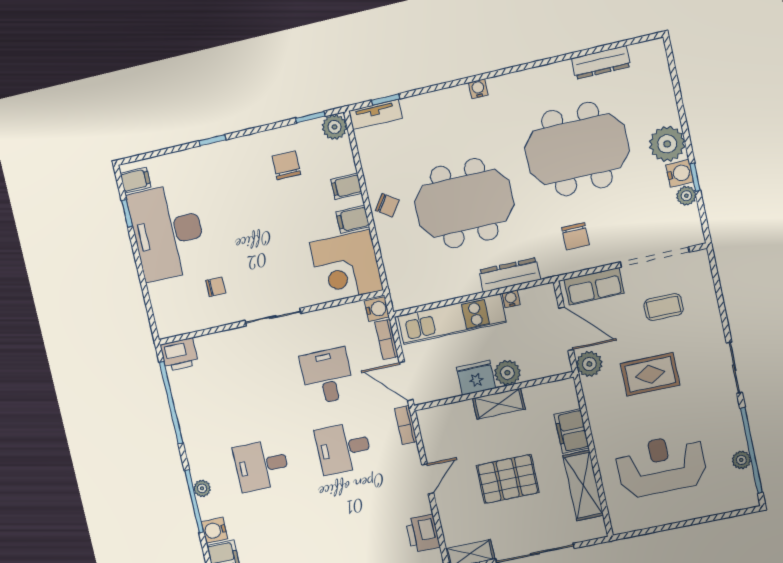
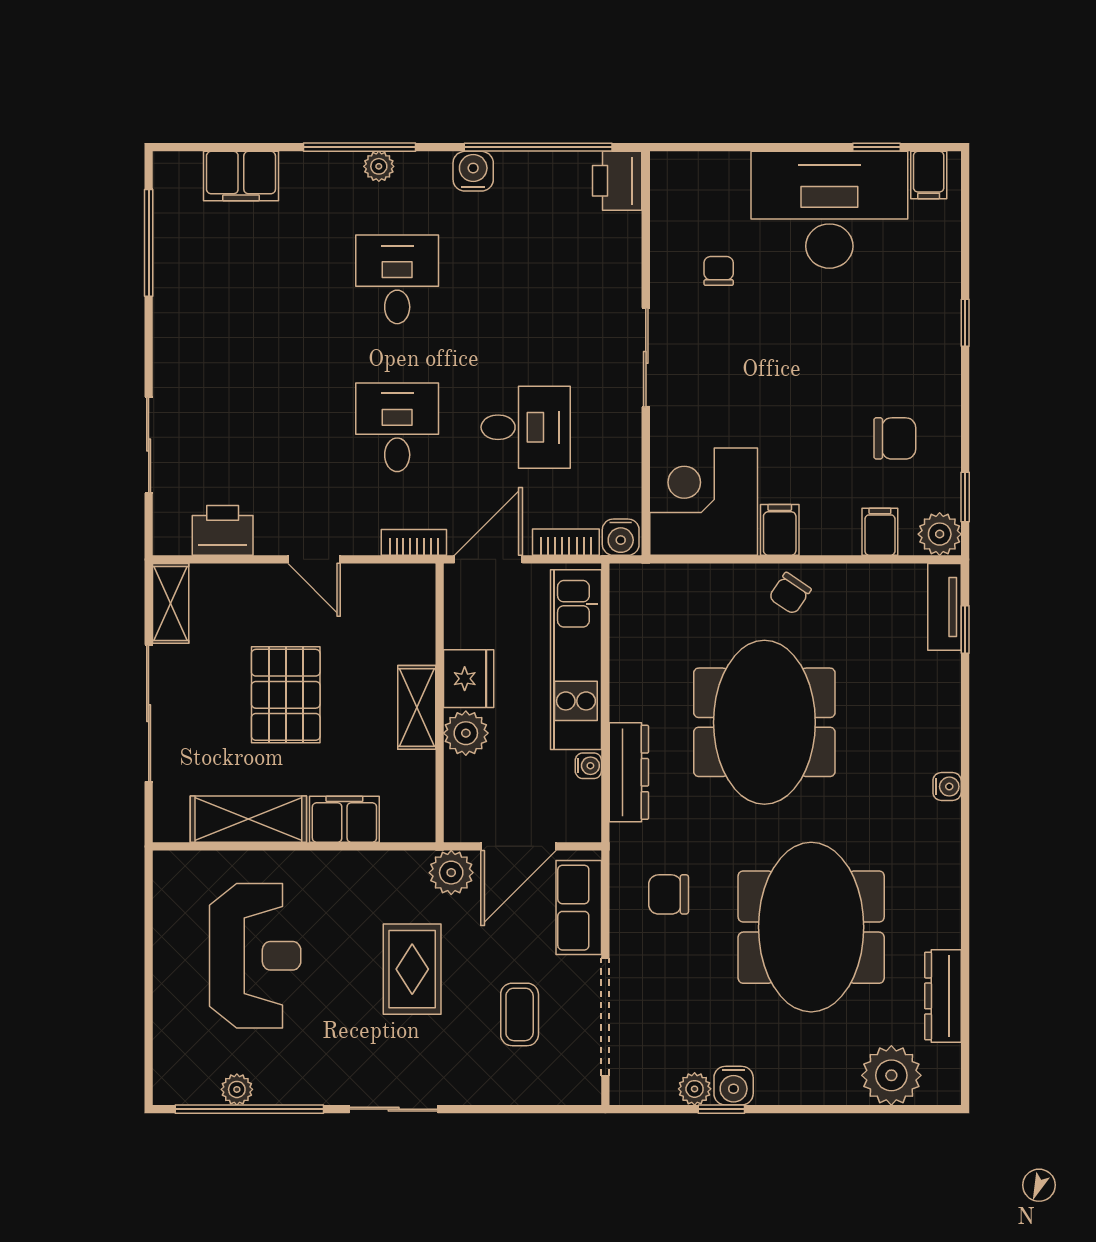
plant: (667, 144) -> (891, 1075), moved
filing cabinet: (346, 186) -> (880, 532), moved
chair: (216, 287) -> (719, 271), turned 180
water cooler: (215, 530) -> (473, 171), moved

